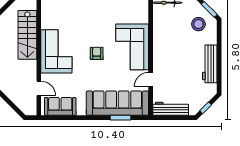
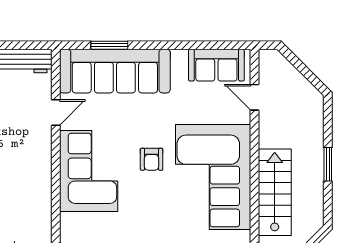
corner sofa: (56, 51) -> (213, 177), width x1.36, depth x1.36

